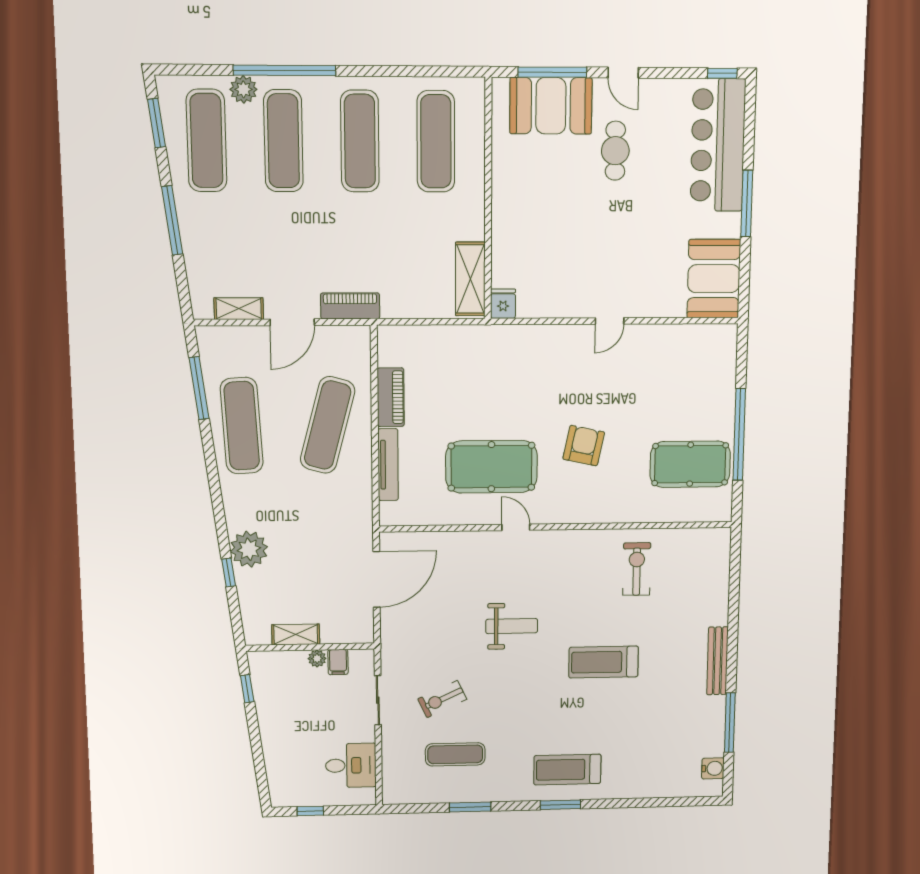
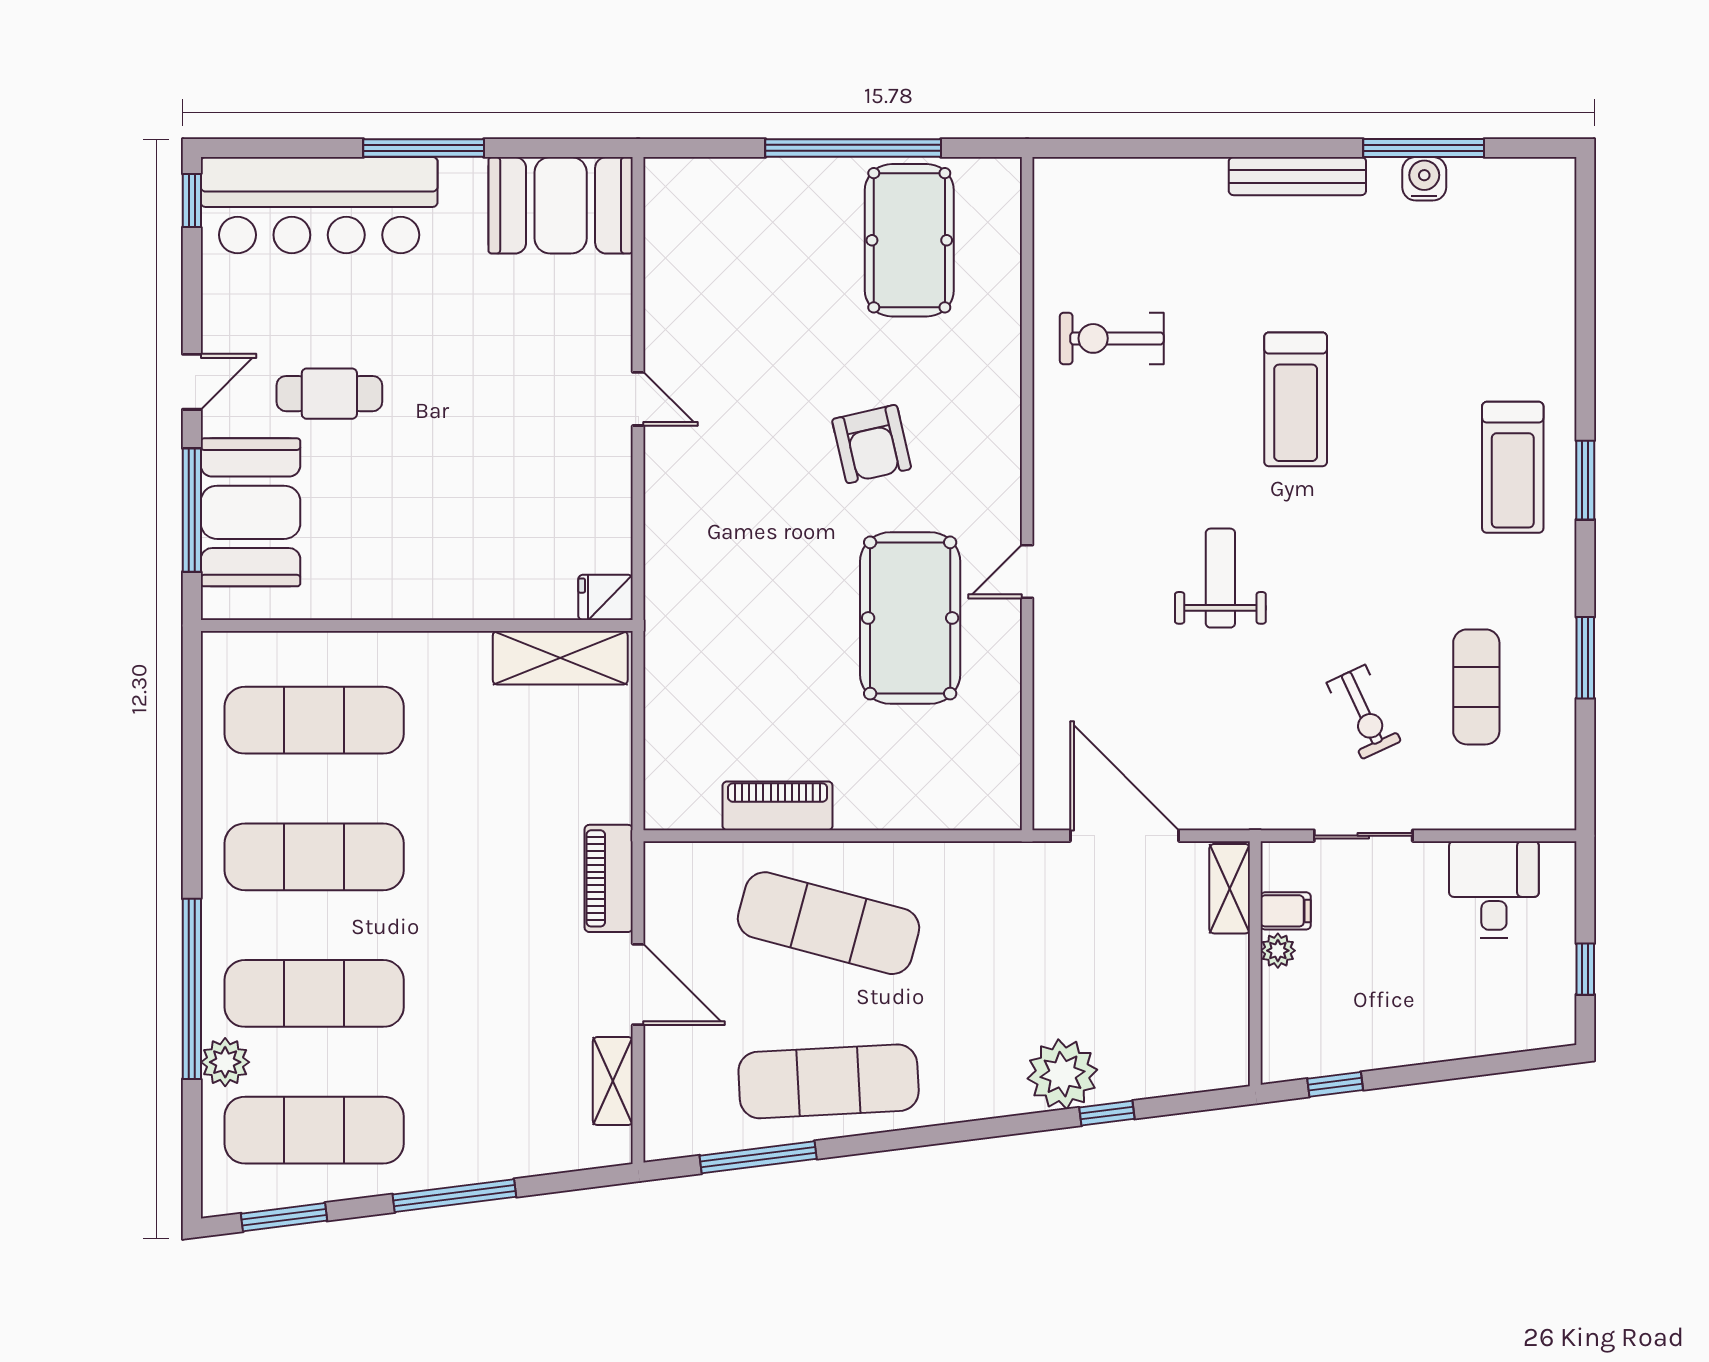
armchair: (584, 446) -> (872, 444), turned -115
tv unit: (388, 465) -> (904, 812), removed
shelving: (296, 634) -> (1230, 889), moved
water cooler: (713, 768) -> (1424, 179), moved

